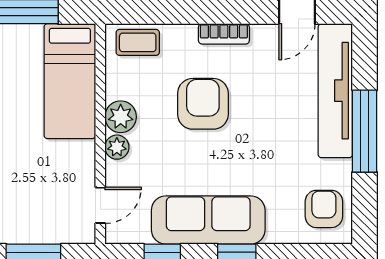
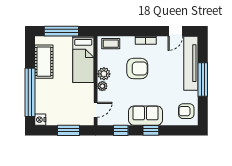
armchair: (203, 104) -> (137, 69), turned 90
armchair: (324, 209) -> (186, 111), turned -90
sofa: (208, 220) -> (145, 116), width x0.73

